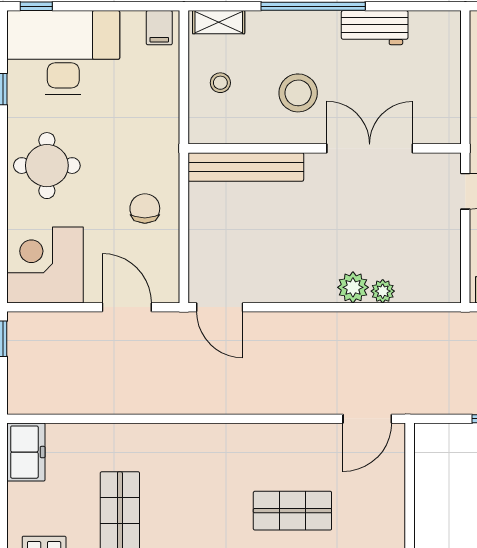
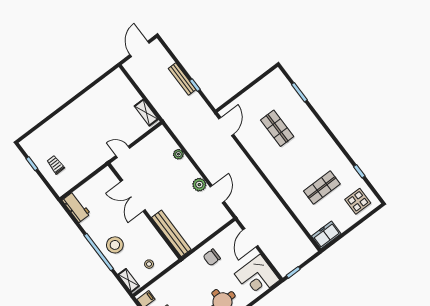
workbench: (375, 28) -> (76, 207), moved
stool: (298, 93) -> (115, 245), moved
plant: (353, 287) -> (199, 185), moved
door: (220, 307) -> (217, 194), moved
door: (367, 419) -> (226, 126), hinge flipped

